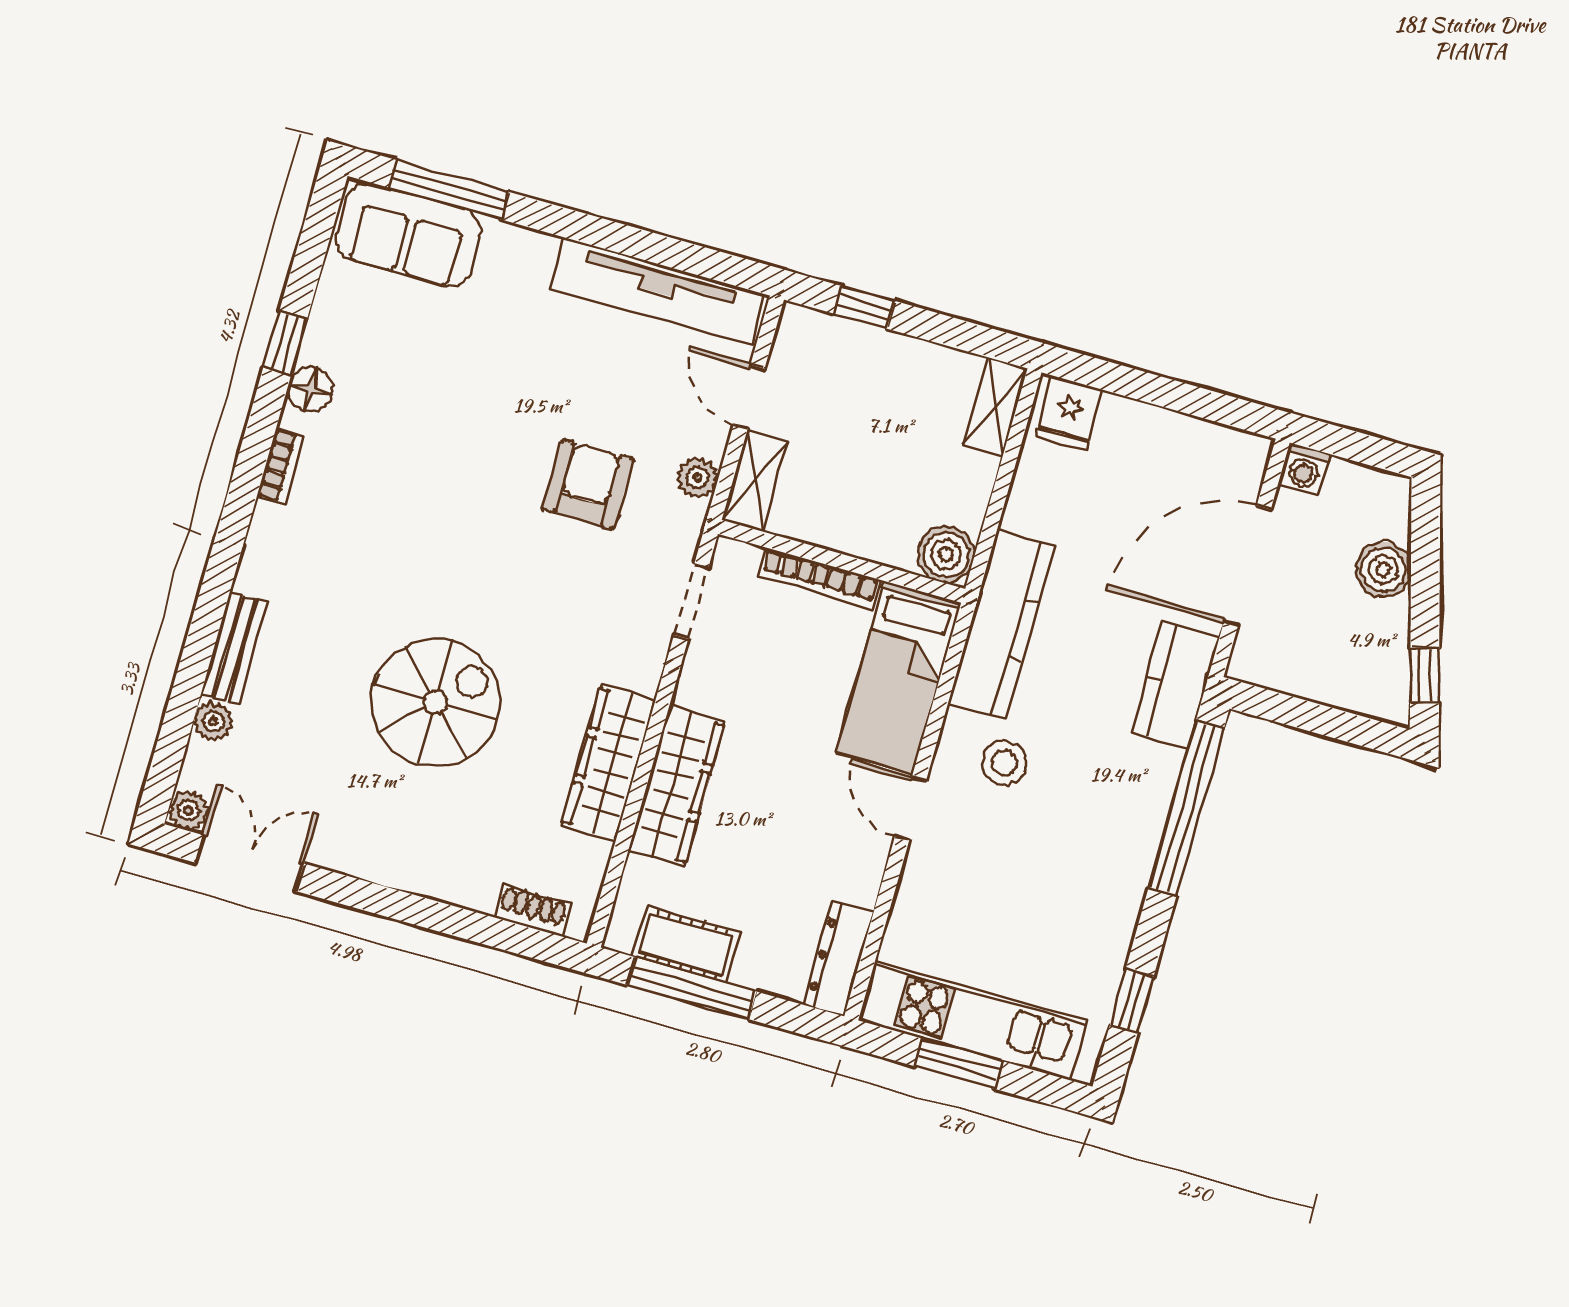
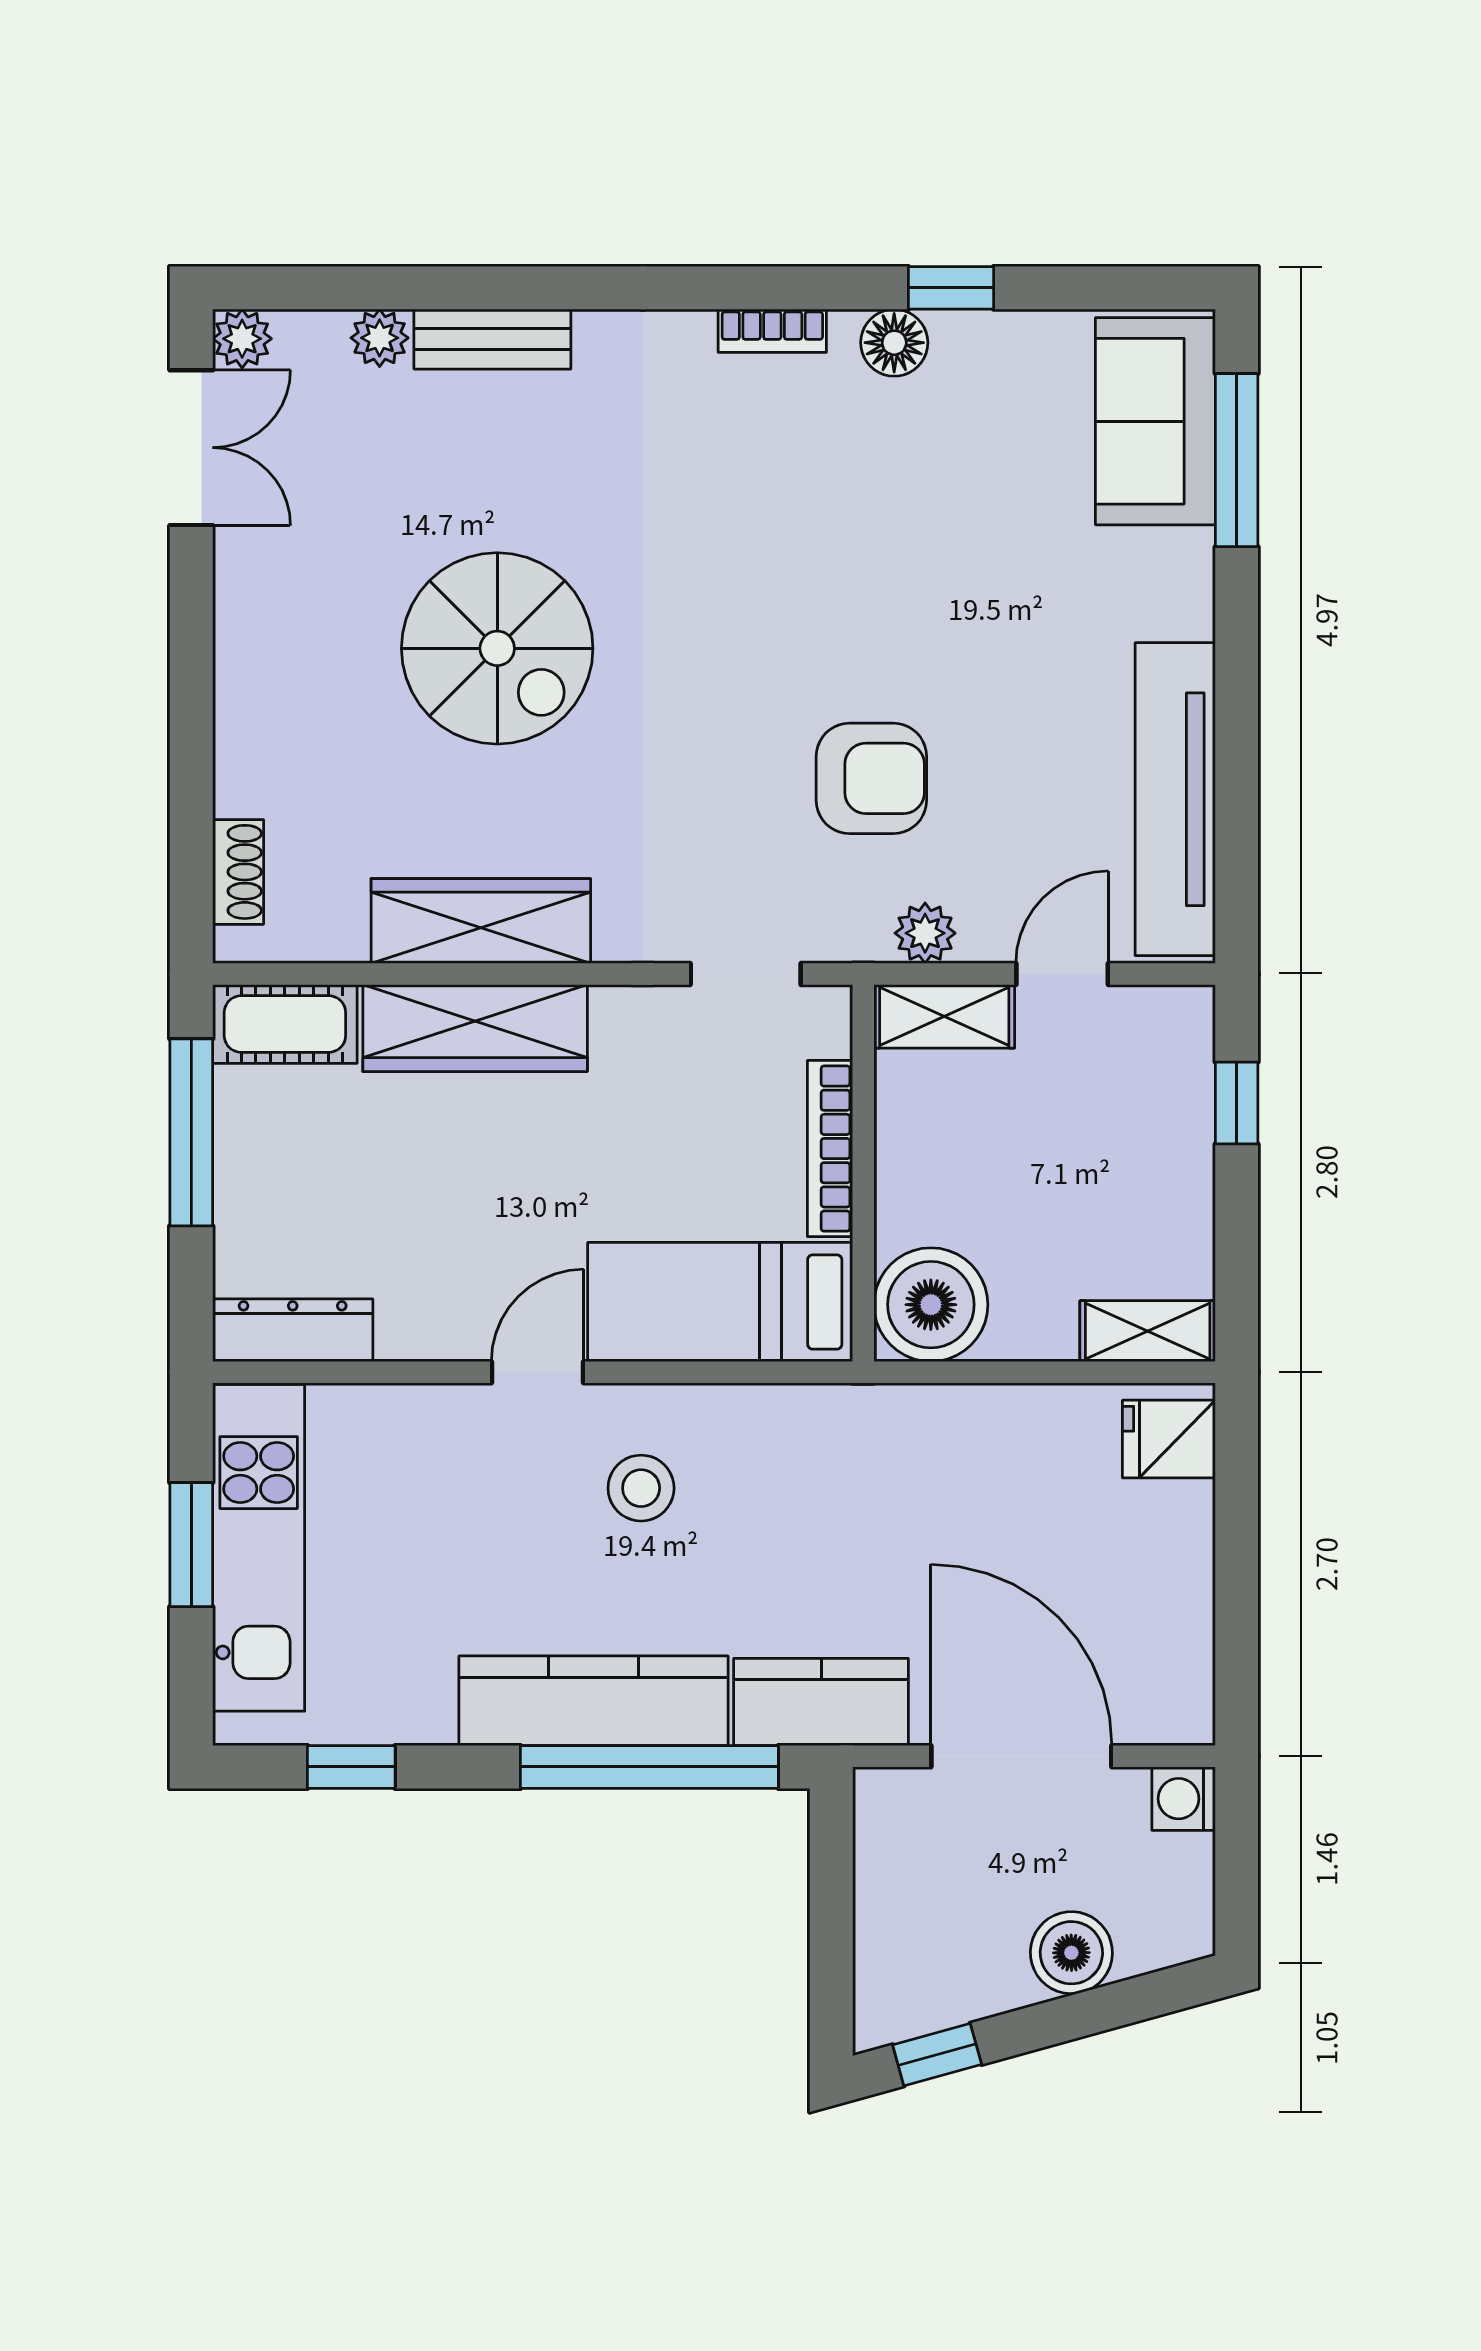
boiler: (946, 554) -> (931, 1305), width x1.37, depth x1.37
kitchen counter: (1001, 624) -> (593, 1701), moved, turned 180
cot: (686, 944) -> (285, 1024), moved, turned 90

